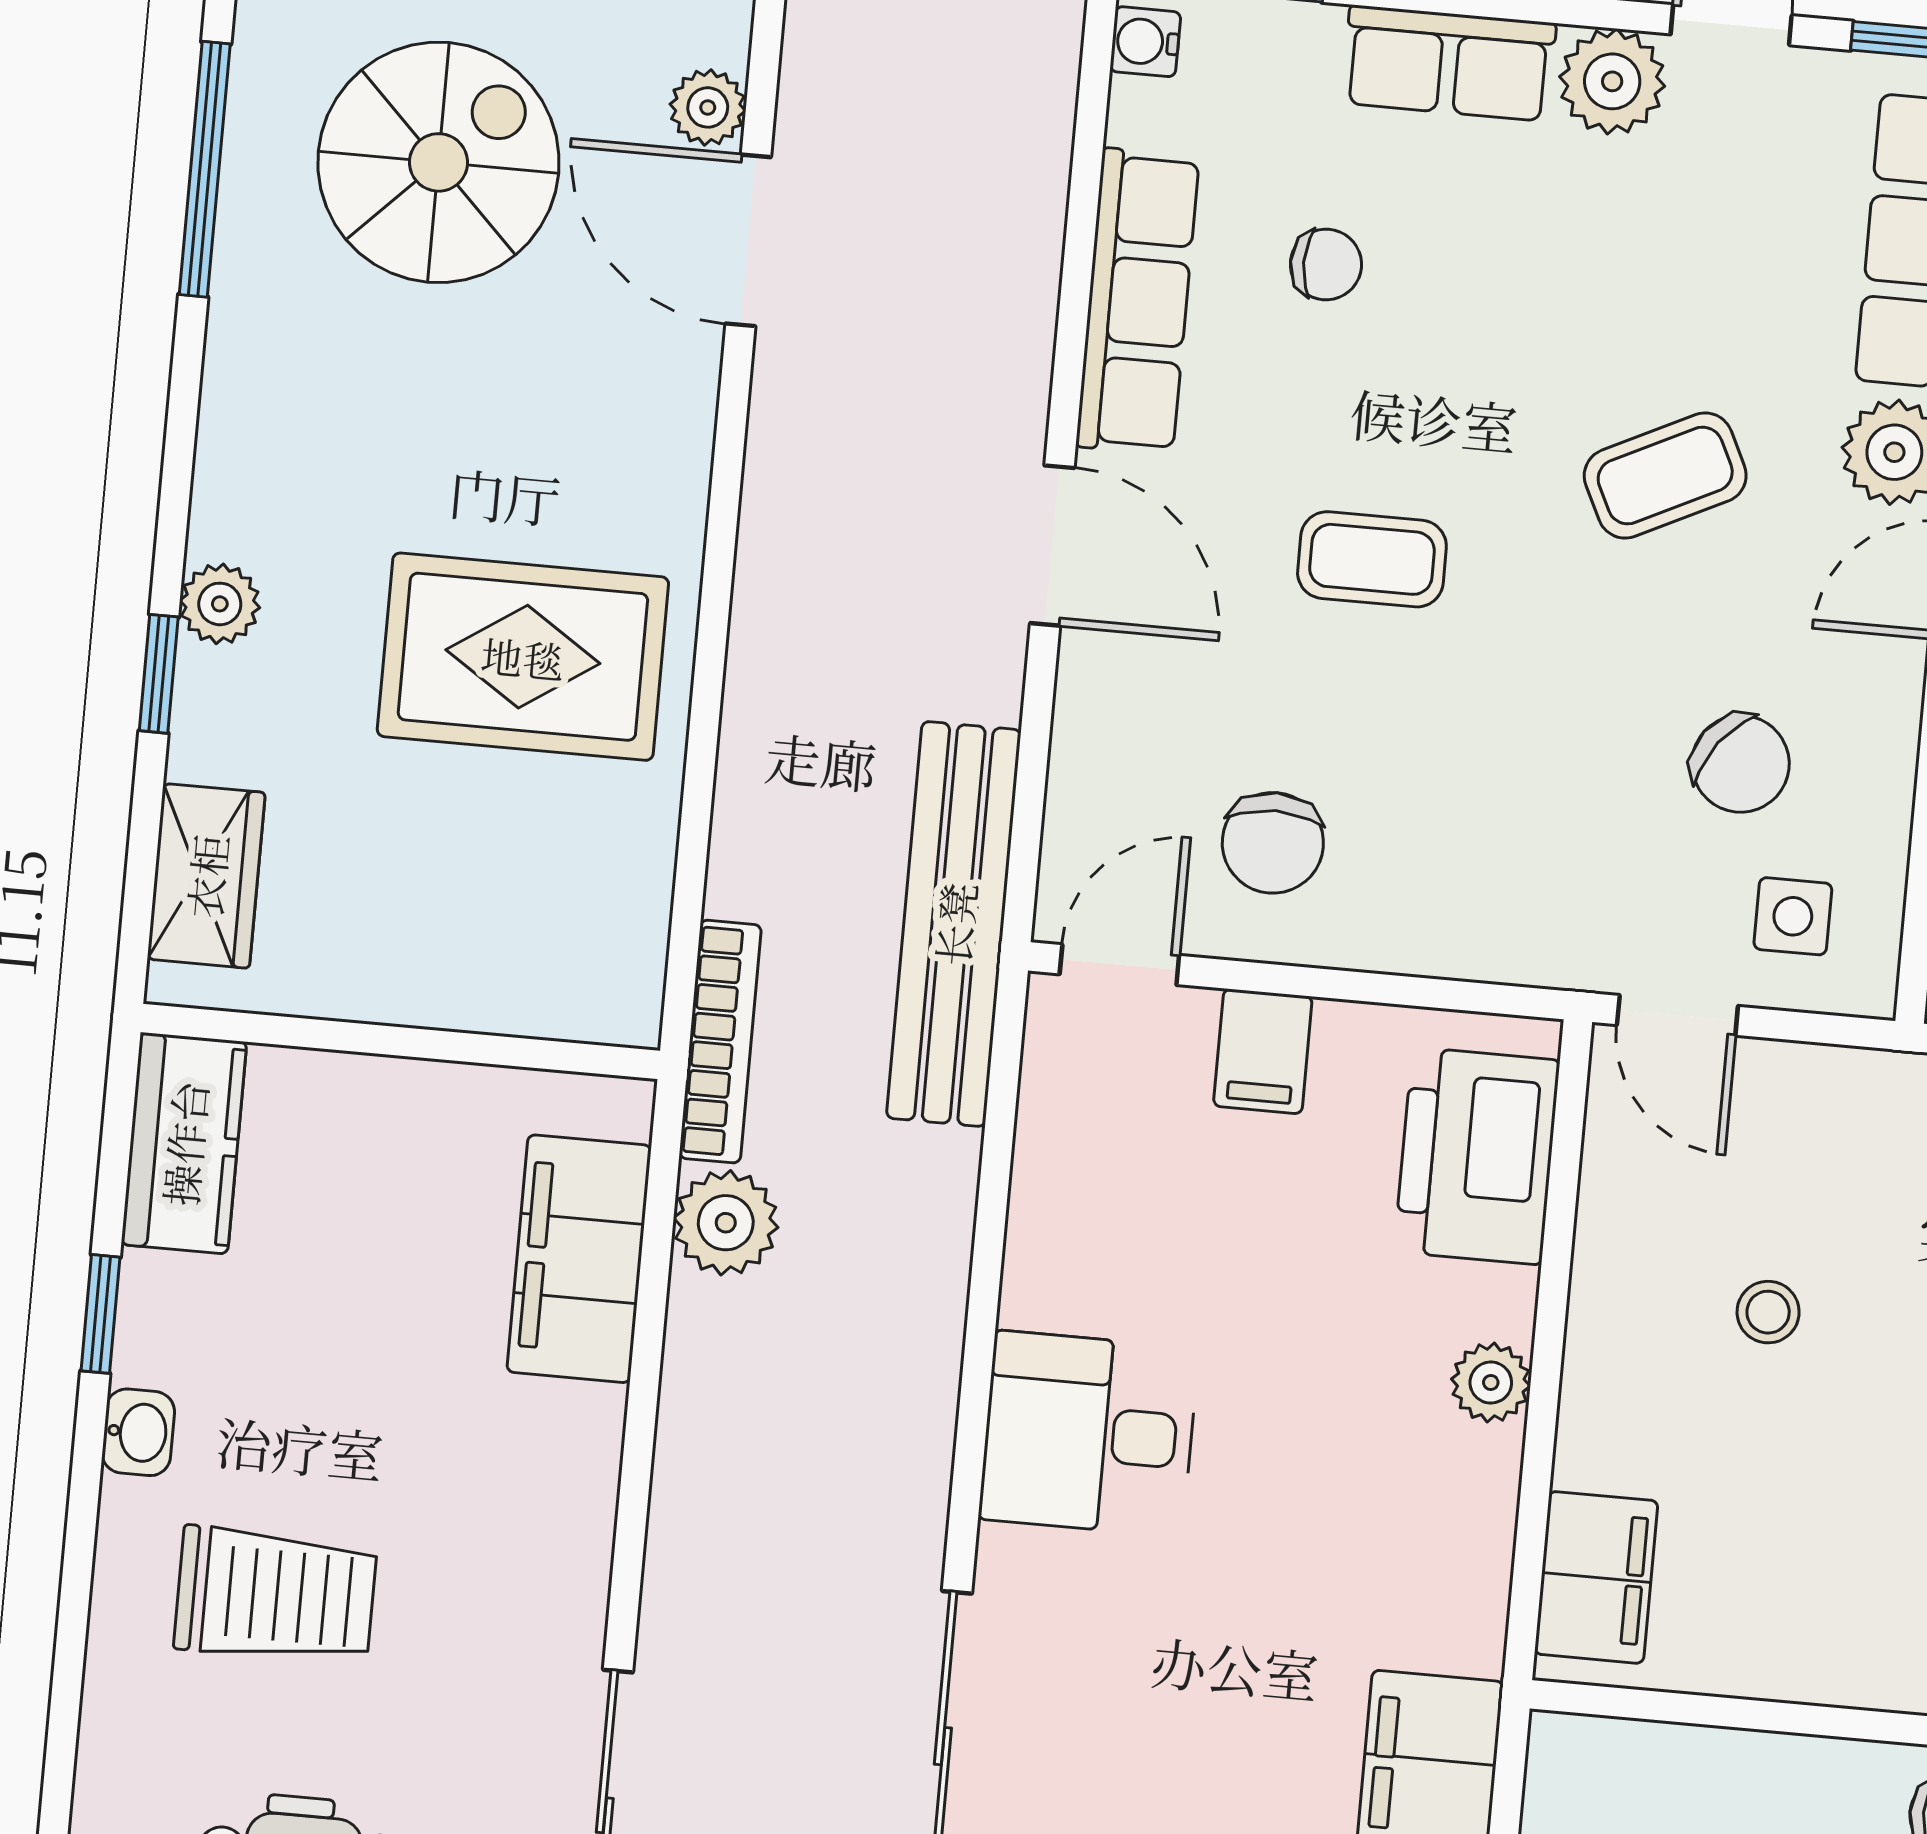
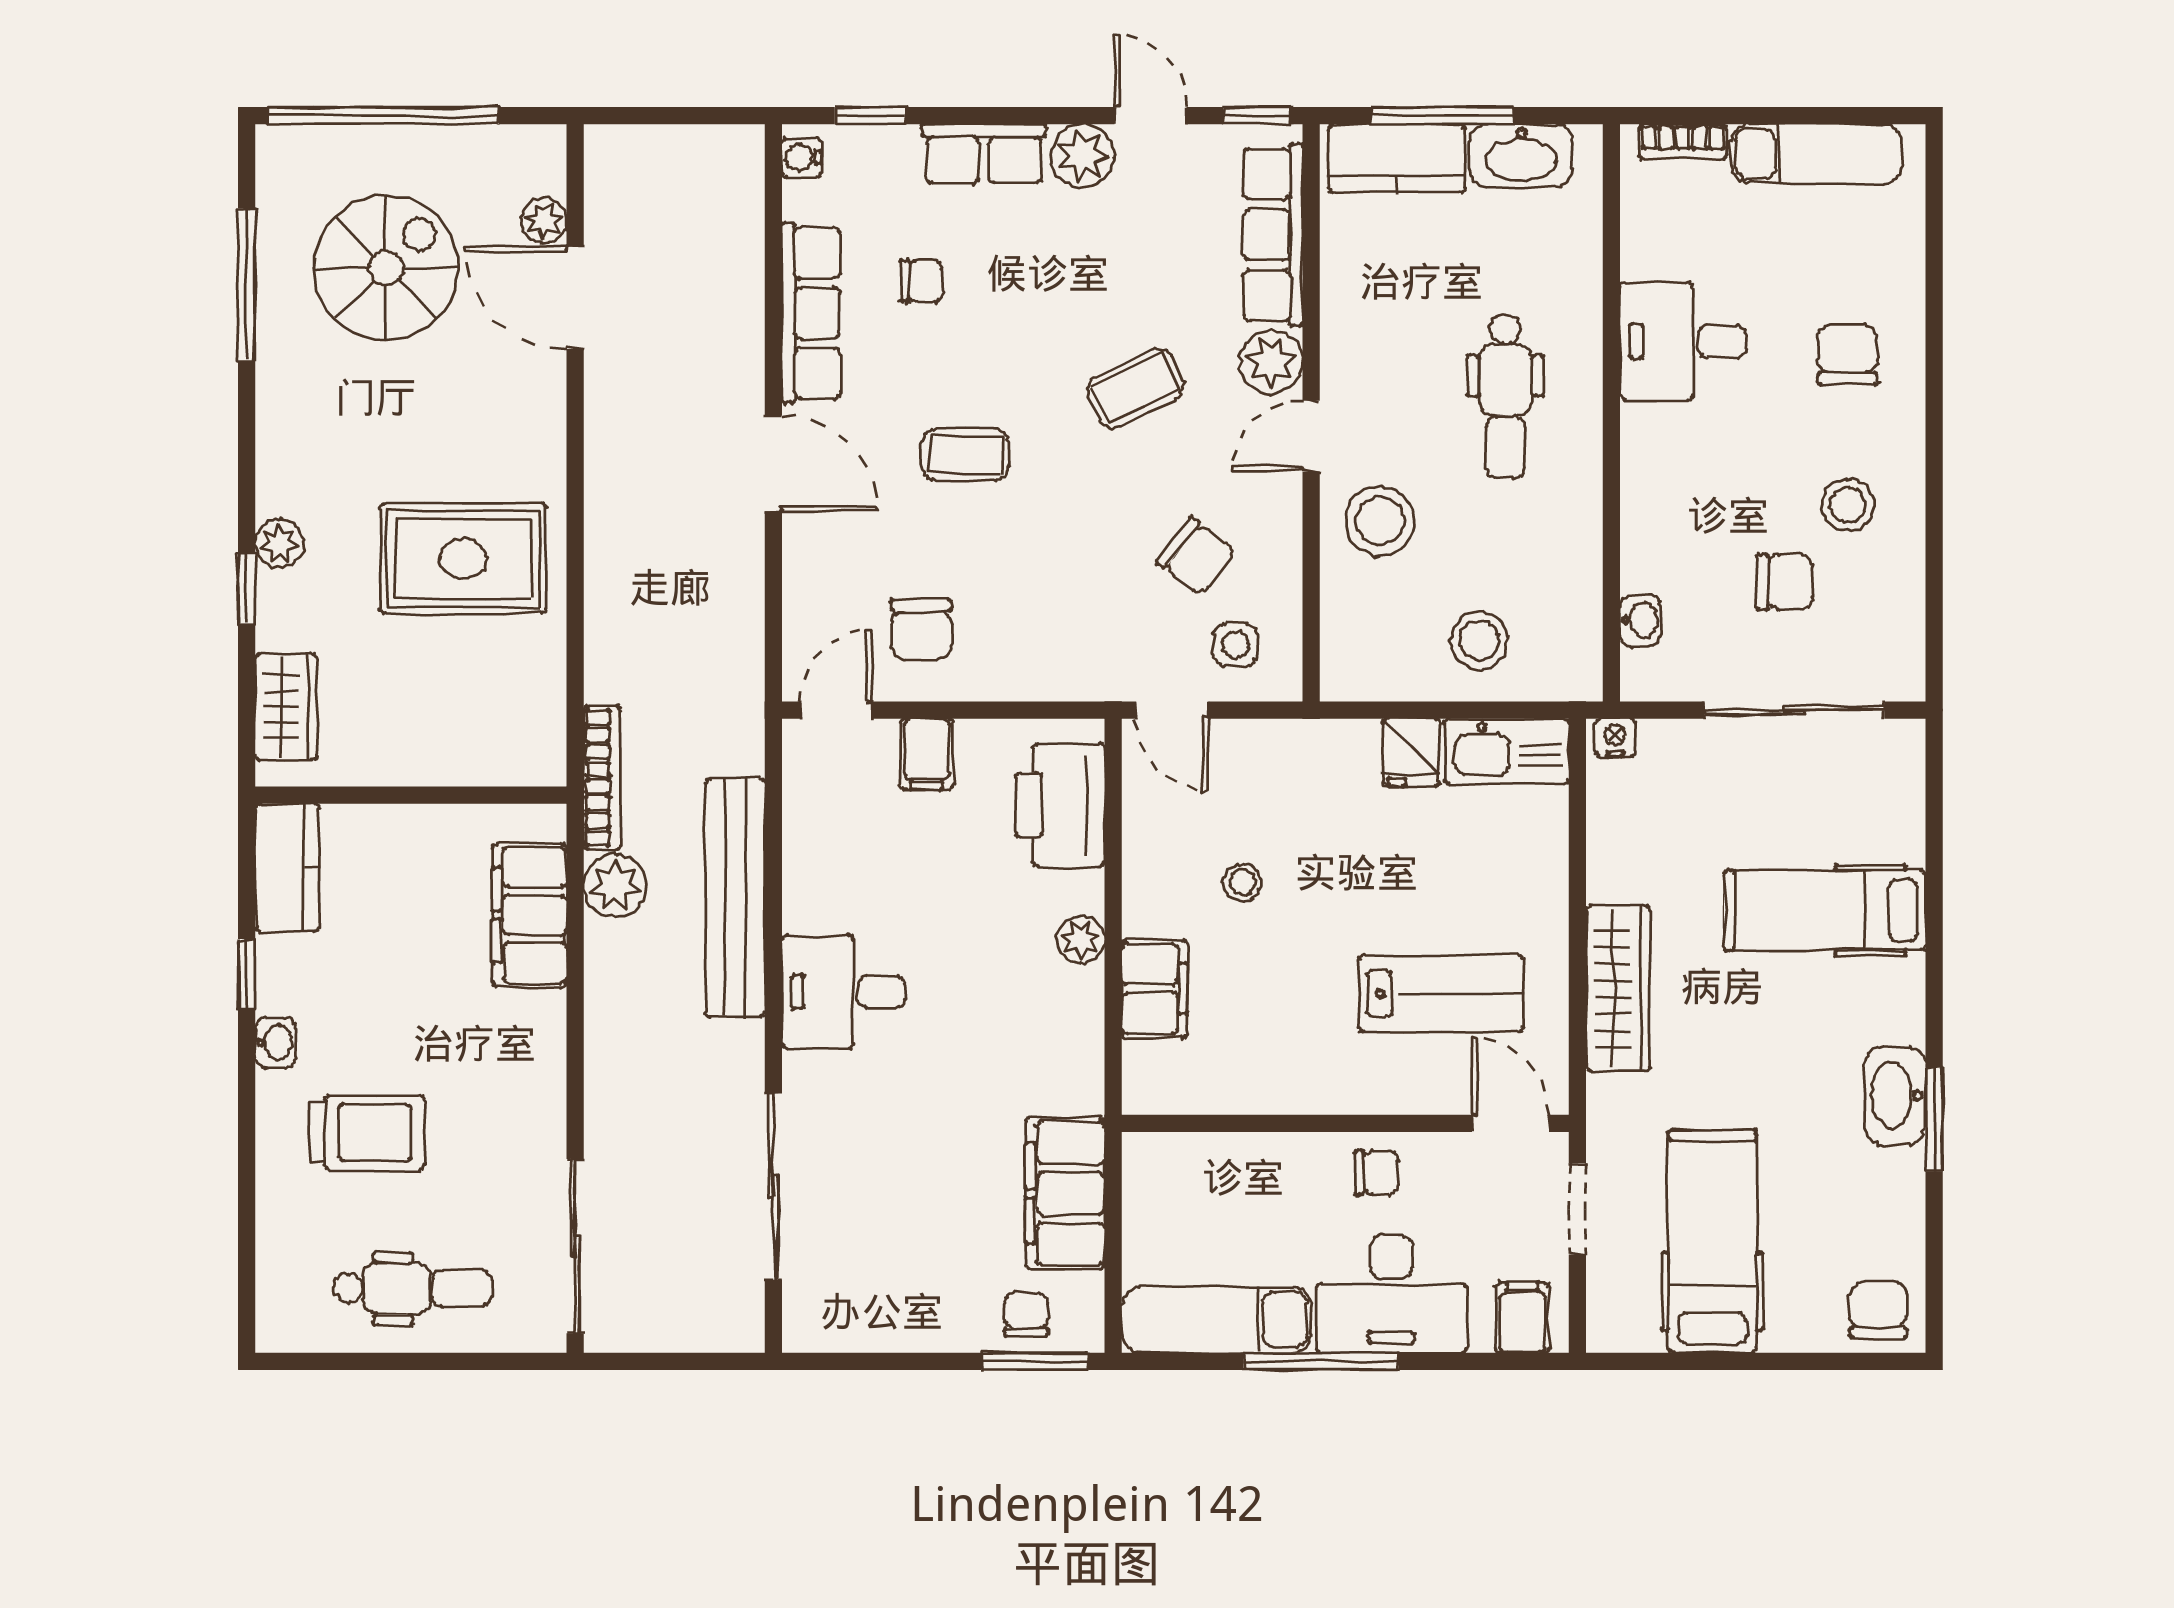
bench: (954, 924) -> (735, 898), moved
filing cabinet: (1596, 1577) -> (1154, 989), moved

